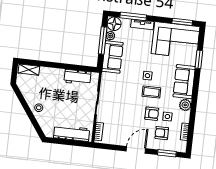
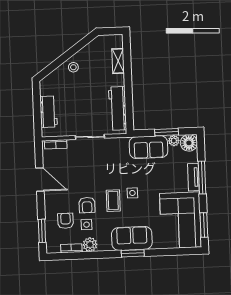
window: (133, 16) -> (202, 177), moved
window: (103, 41) -> (167, 132), width x0.69
window: (199, 59) -> (133, 253), moved
shelving: (29, 70) -> (118, 61), moved
workbench: (77, 77) -> (118, 108), width x1.38
plant: (185, 105) -> (90, 245), moved
workbench: (72, 133) -> (49, 112), width x0.73
door: (136, 150) -> (40, 179), moved

